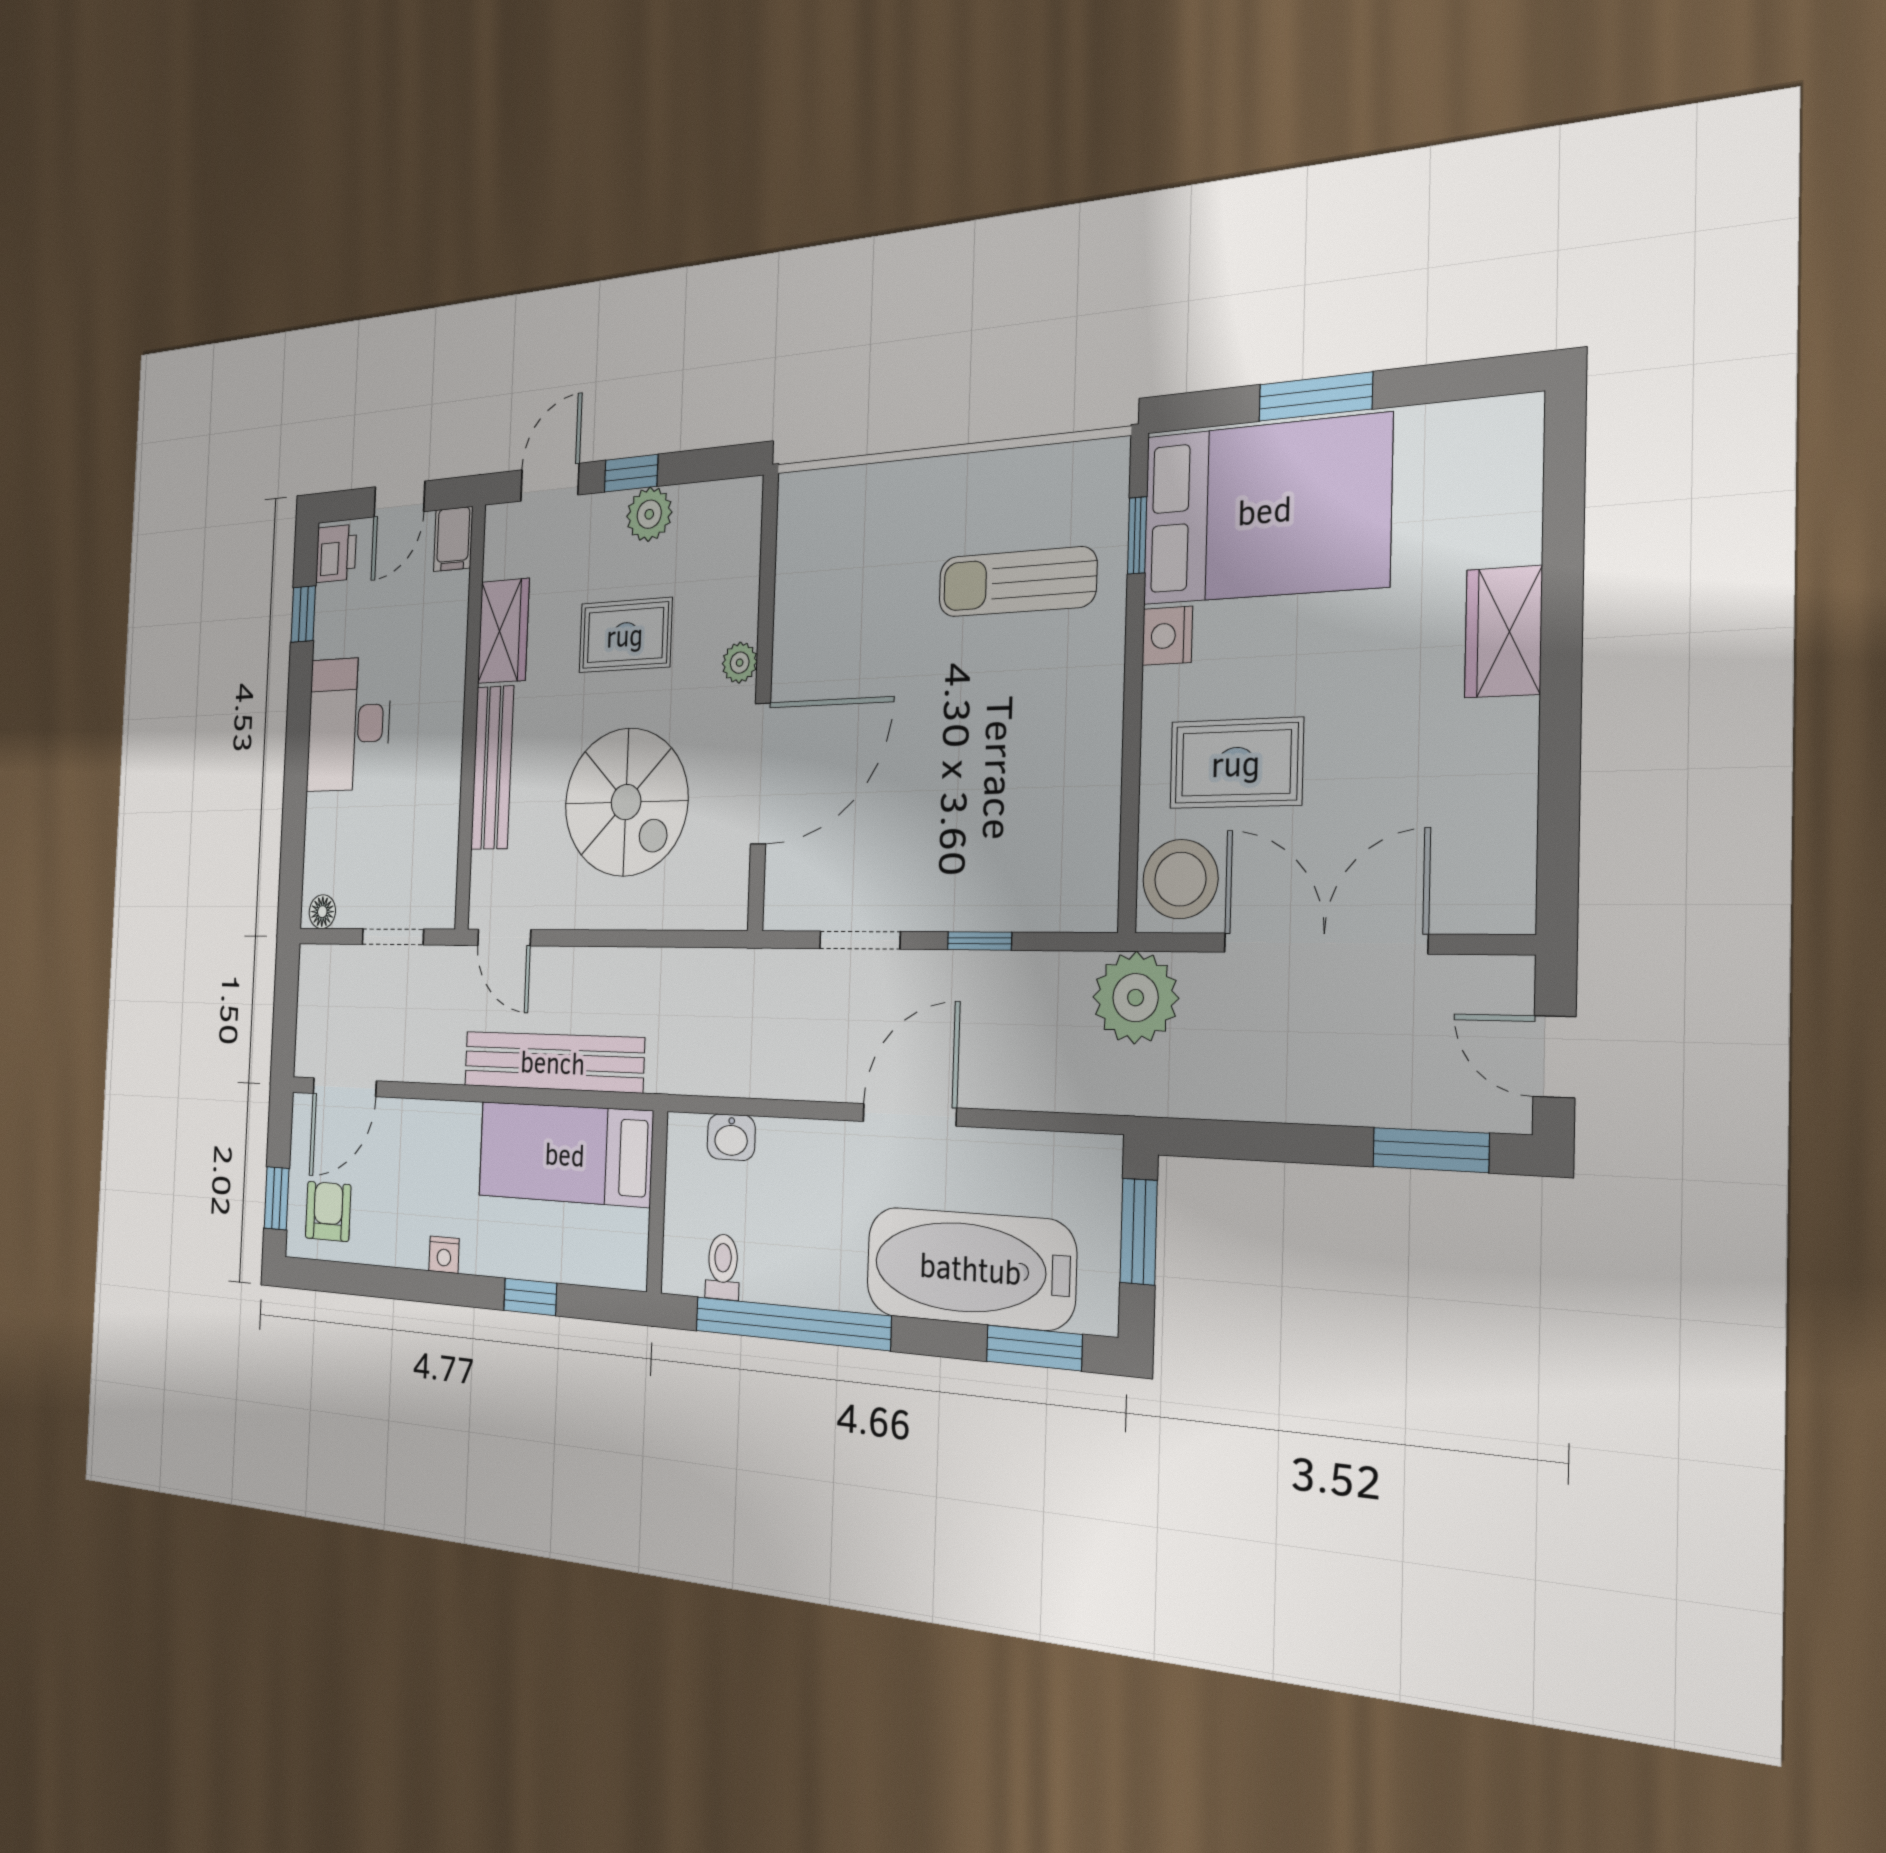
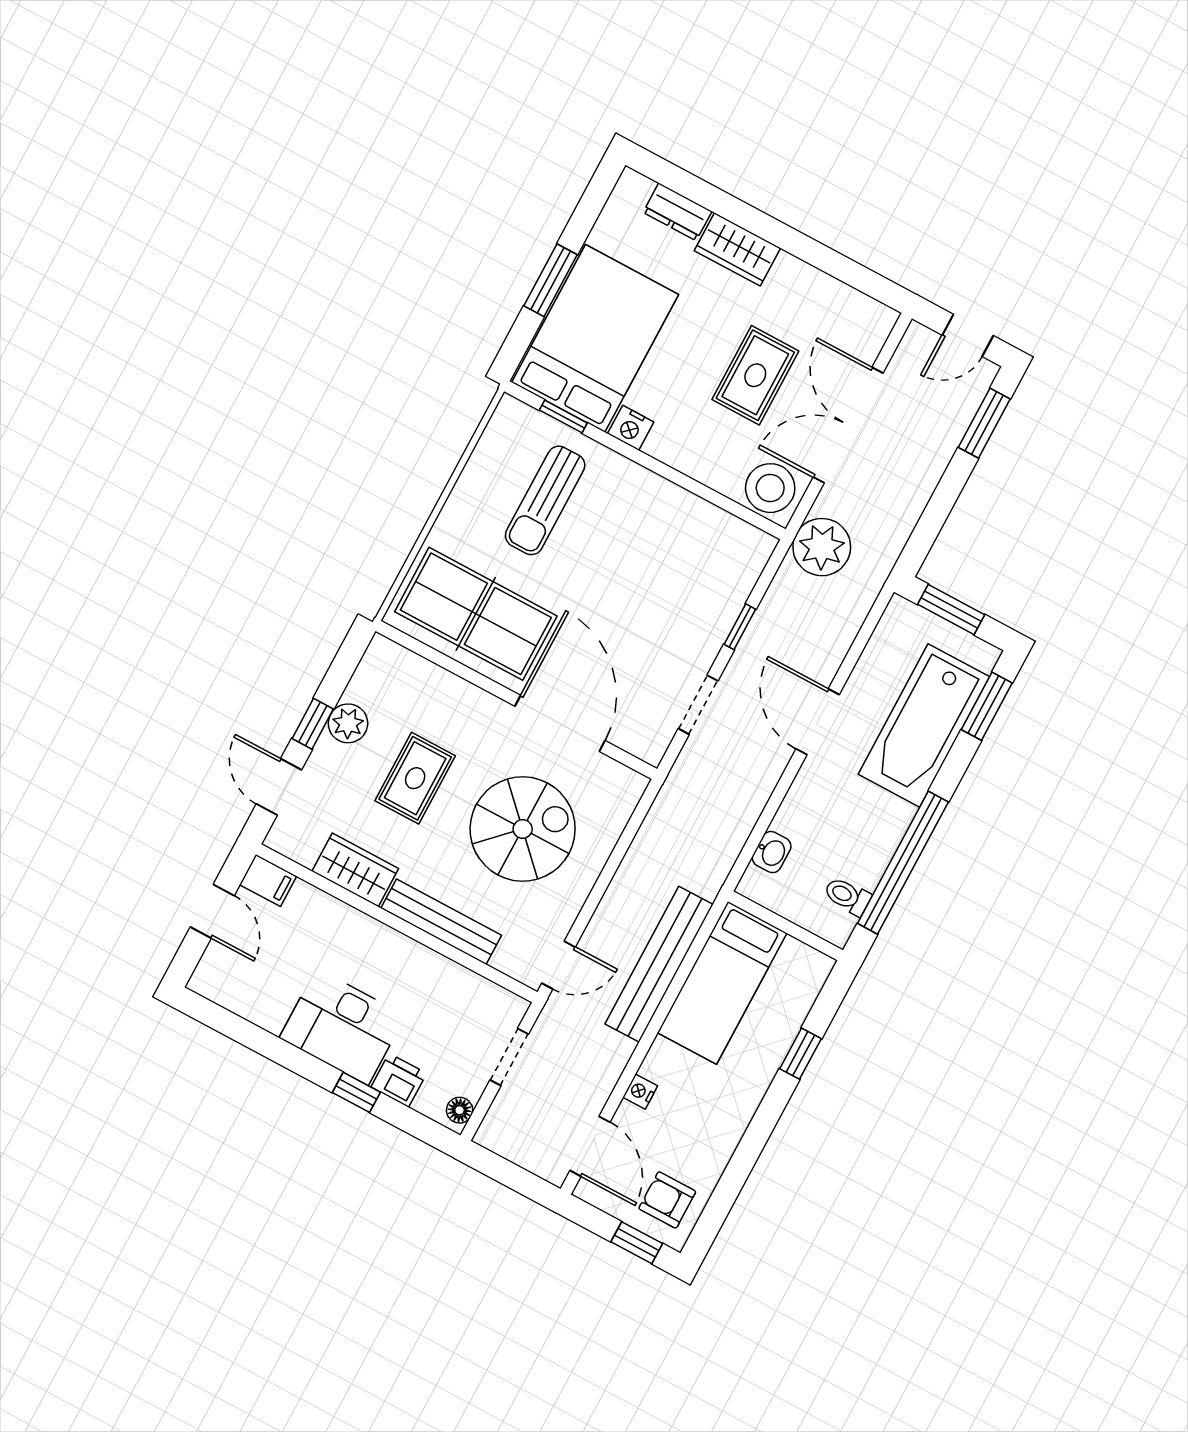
dresser: (1514, 510) -> (677, 212), added
printer: (336, 553) -> (399, 1080), moved
table tennis table: (839, 585) -> (476, 614), added
window: (303, 614) -> (356, 1092), moved
plant: (740, 663) -> (483, 705), removed
rug: (1236, 763) -> (755, 375), moved
nightstand: (444, 1255) -> (640, 1092), moved, turned 180

